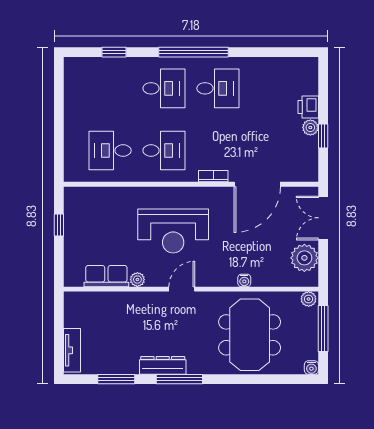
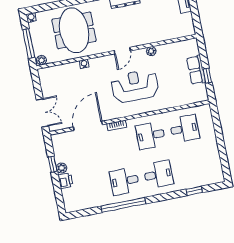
window: (193, 52) -> (123, 205), moved
desk: (164, 88) -> (158, 174), turned 180
plant: (304, 258) -> (49, 85), removed
row of seats: (106, 276) -> (196, 70), moved, turned 90

